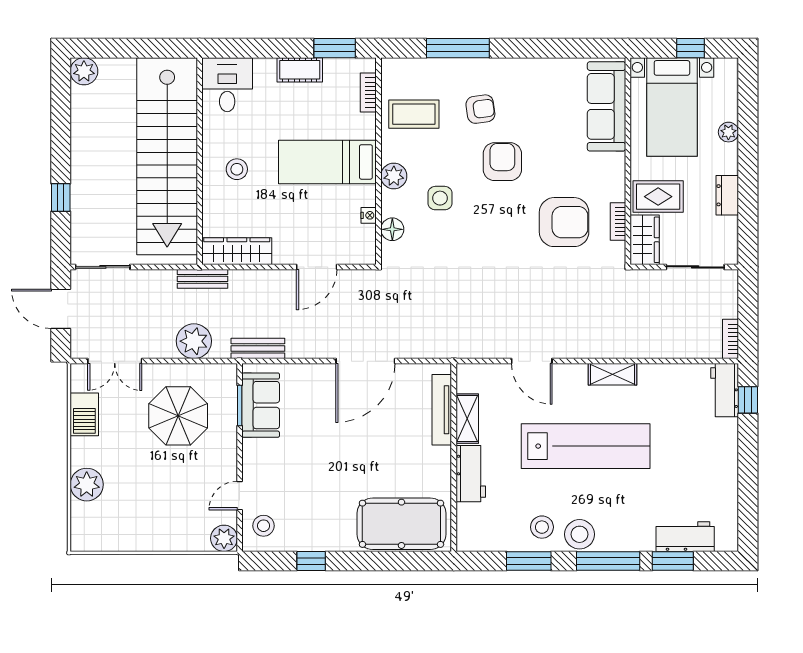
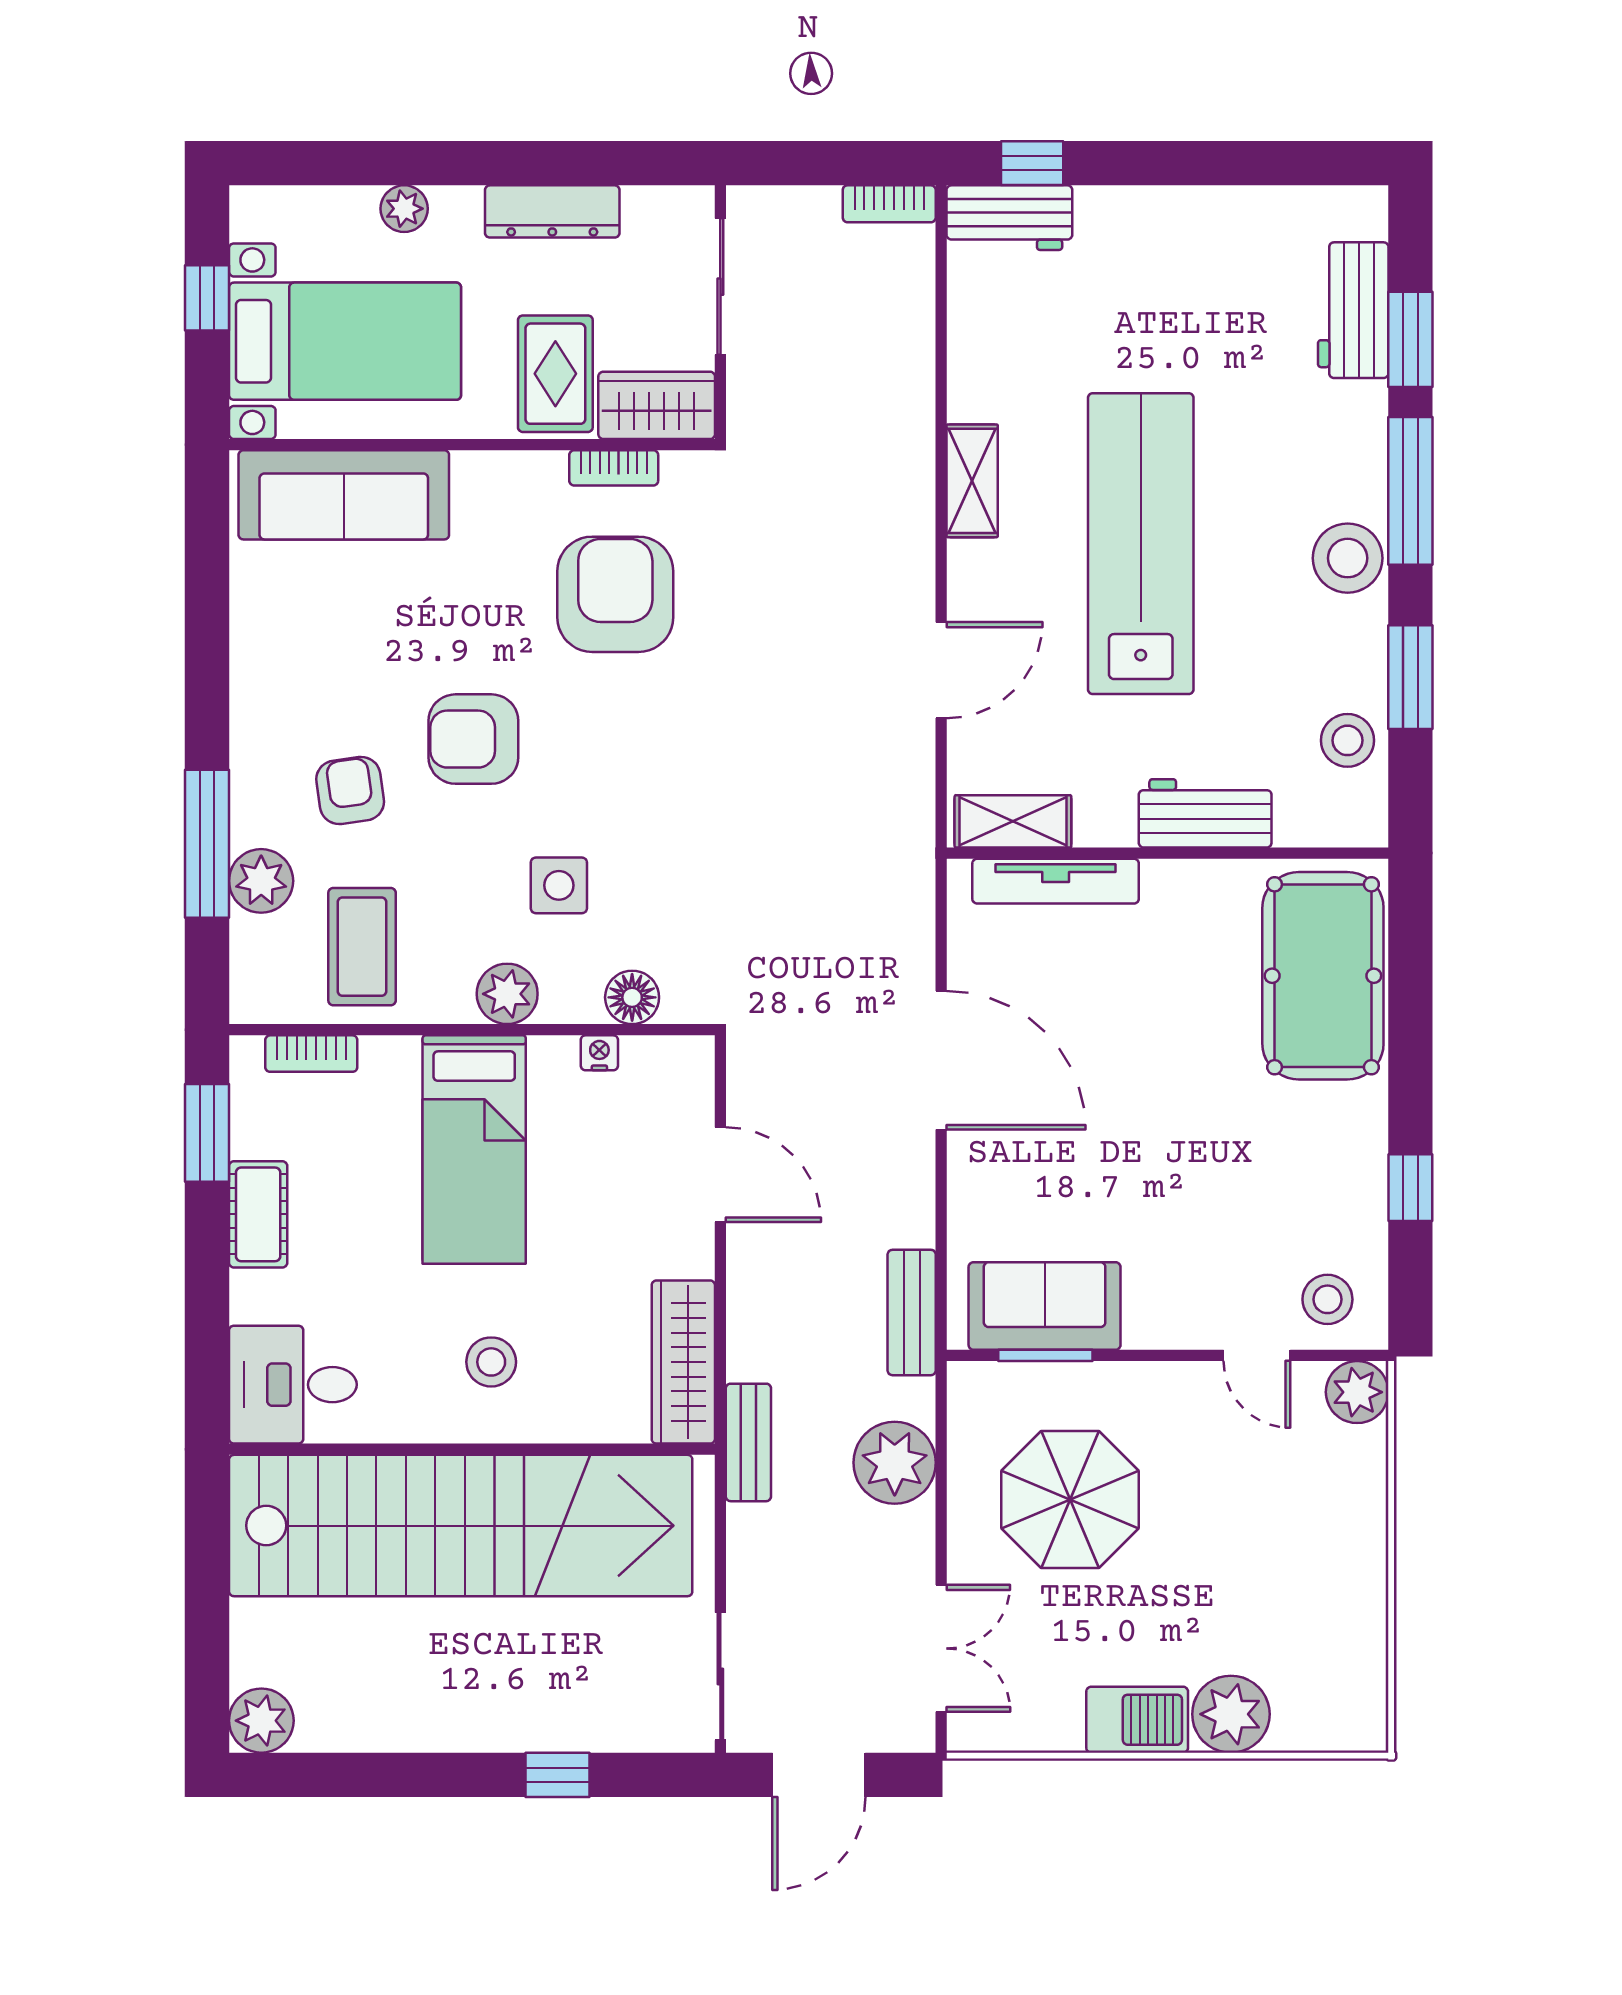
plant: (442, 71) -> (261, 881), added
dresser: (727, 195) -> (552, 211), width x1.44
barbecue: (84, 414) -> (1137, 1720), moved
shelving: (467, 419) -> (1013, 821), moved
stool: (542, 527) -> (1347, 740), moved

